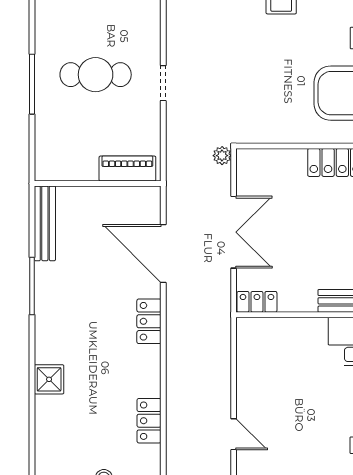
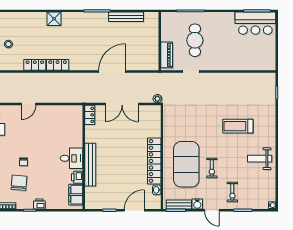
piano: (127, 169) -> (167, 55), moved
wall: (98, 183) -> (160, 41), moved
locker: (149, 321) -> (58, 65), moved

